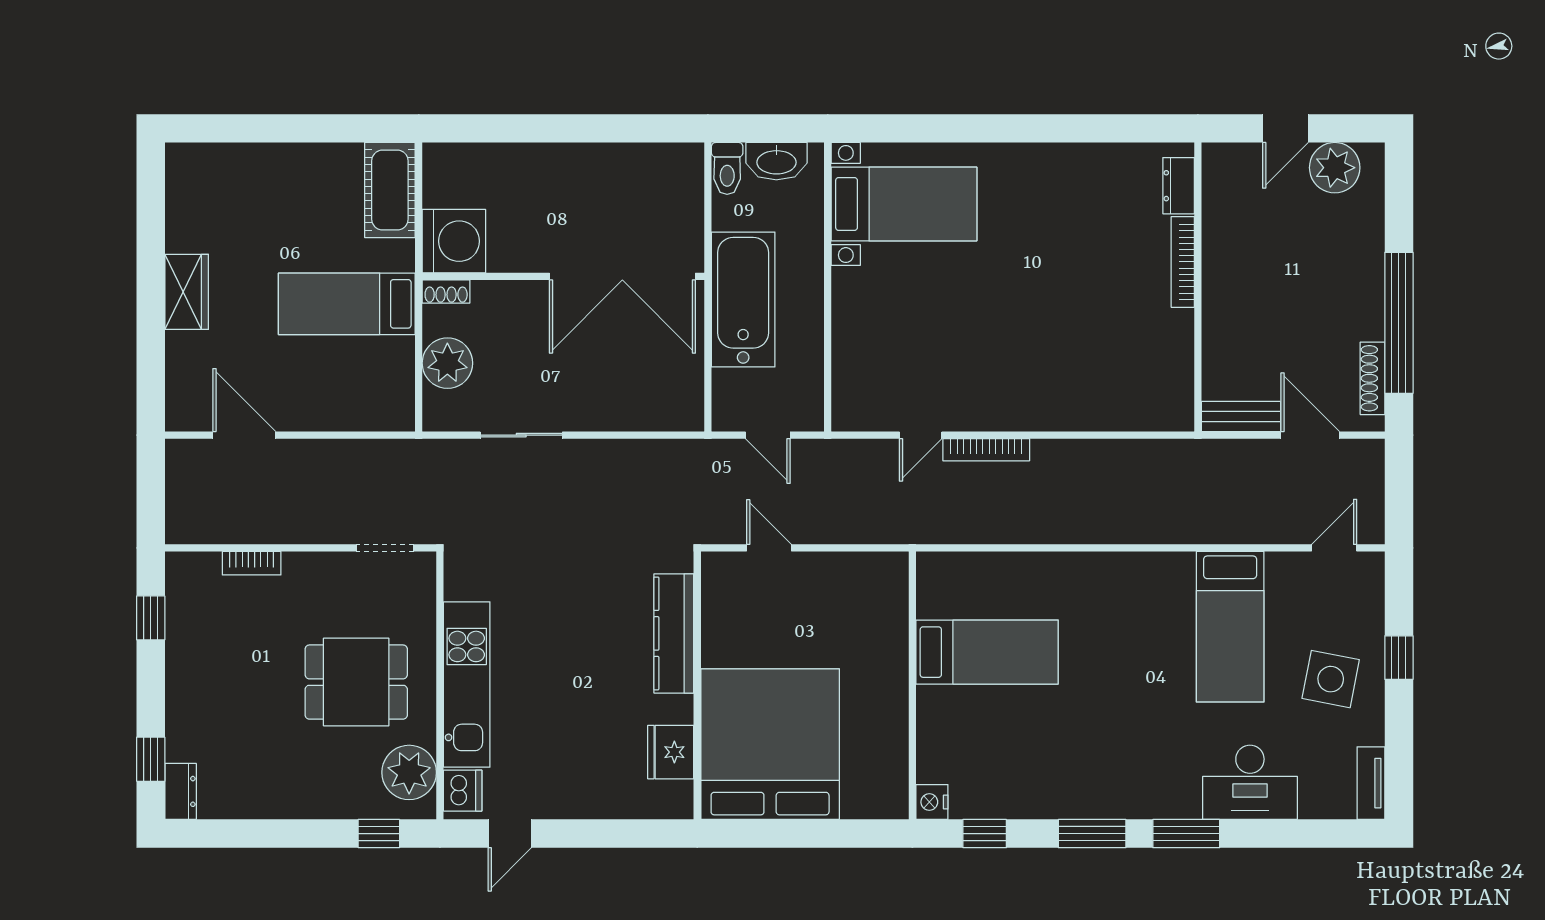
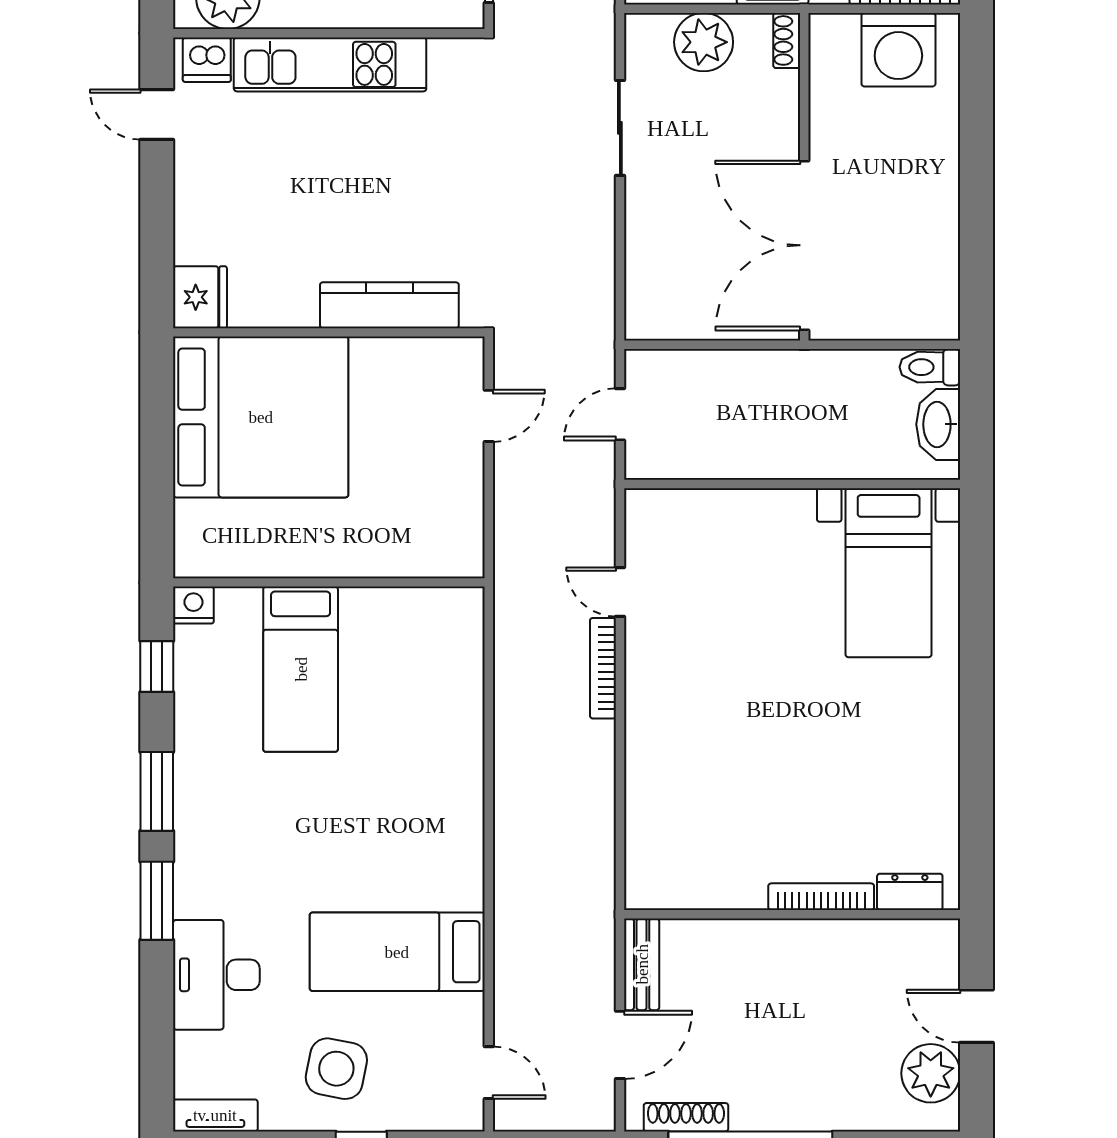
washing machine: (454, 241) -> (898, 50), moved
bathtub: (743, 299) -> (778, 386), removed
bed: (987, 652) -> (301, 669), moved
fridge: (671, 752) -> (200, 297), moved, turned 90

